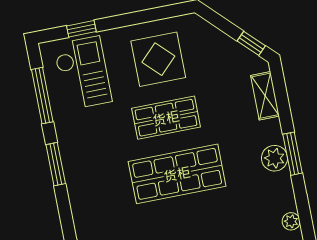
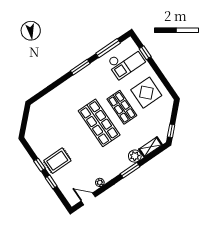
plant: (274, 158) -> (135, 156), moved

